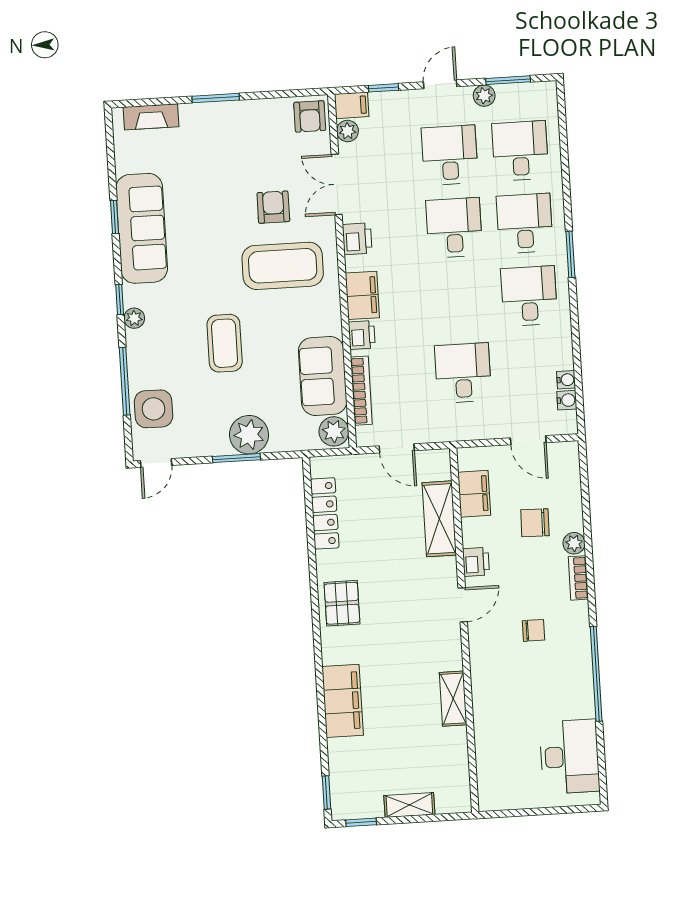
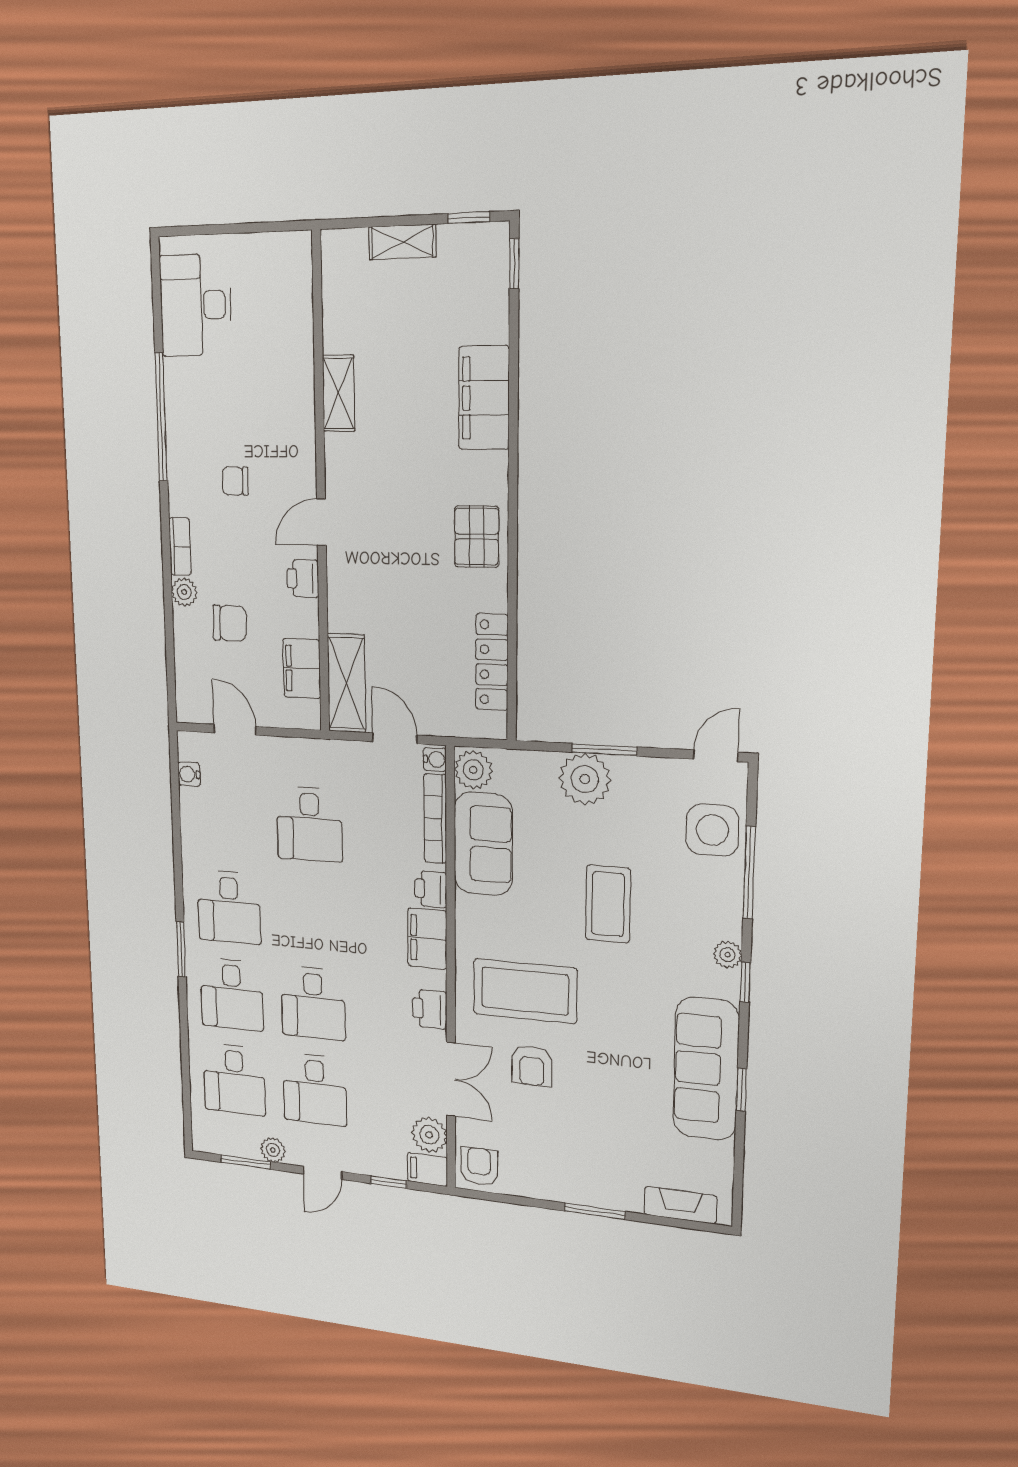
plant: (347, 131) -> (429, 1135), width x1.38, depth x1.38
water cooler: (566, 380) -> (435, 759), moved, turned 180
shelving: (439, 519) -> (347, 683), moved

